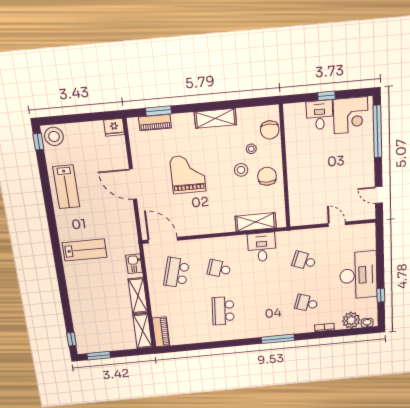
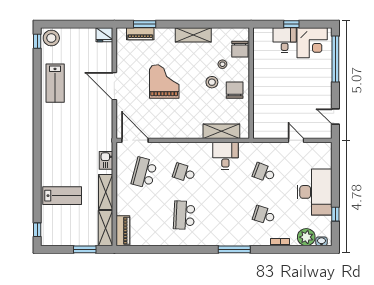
lab bench: (85, 250) -> (62, 196), moved
window: (99, 356) -> (85, 249), moved

